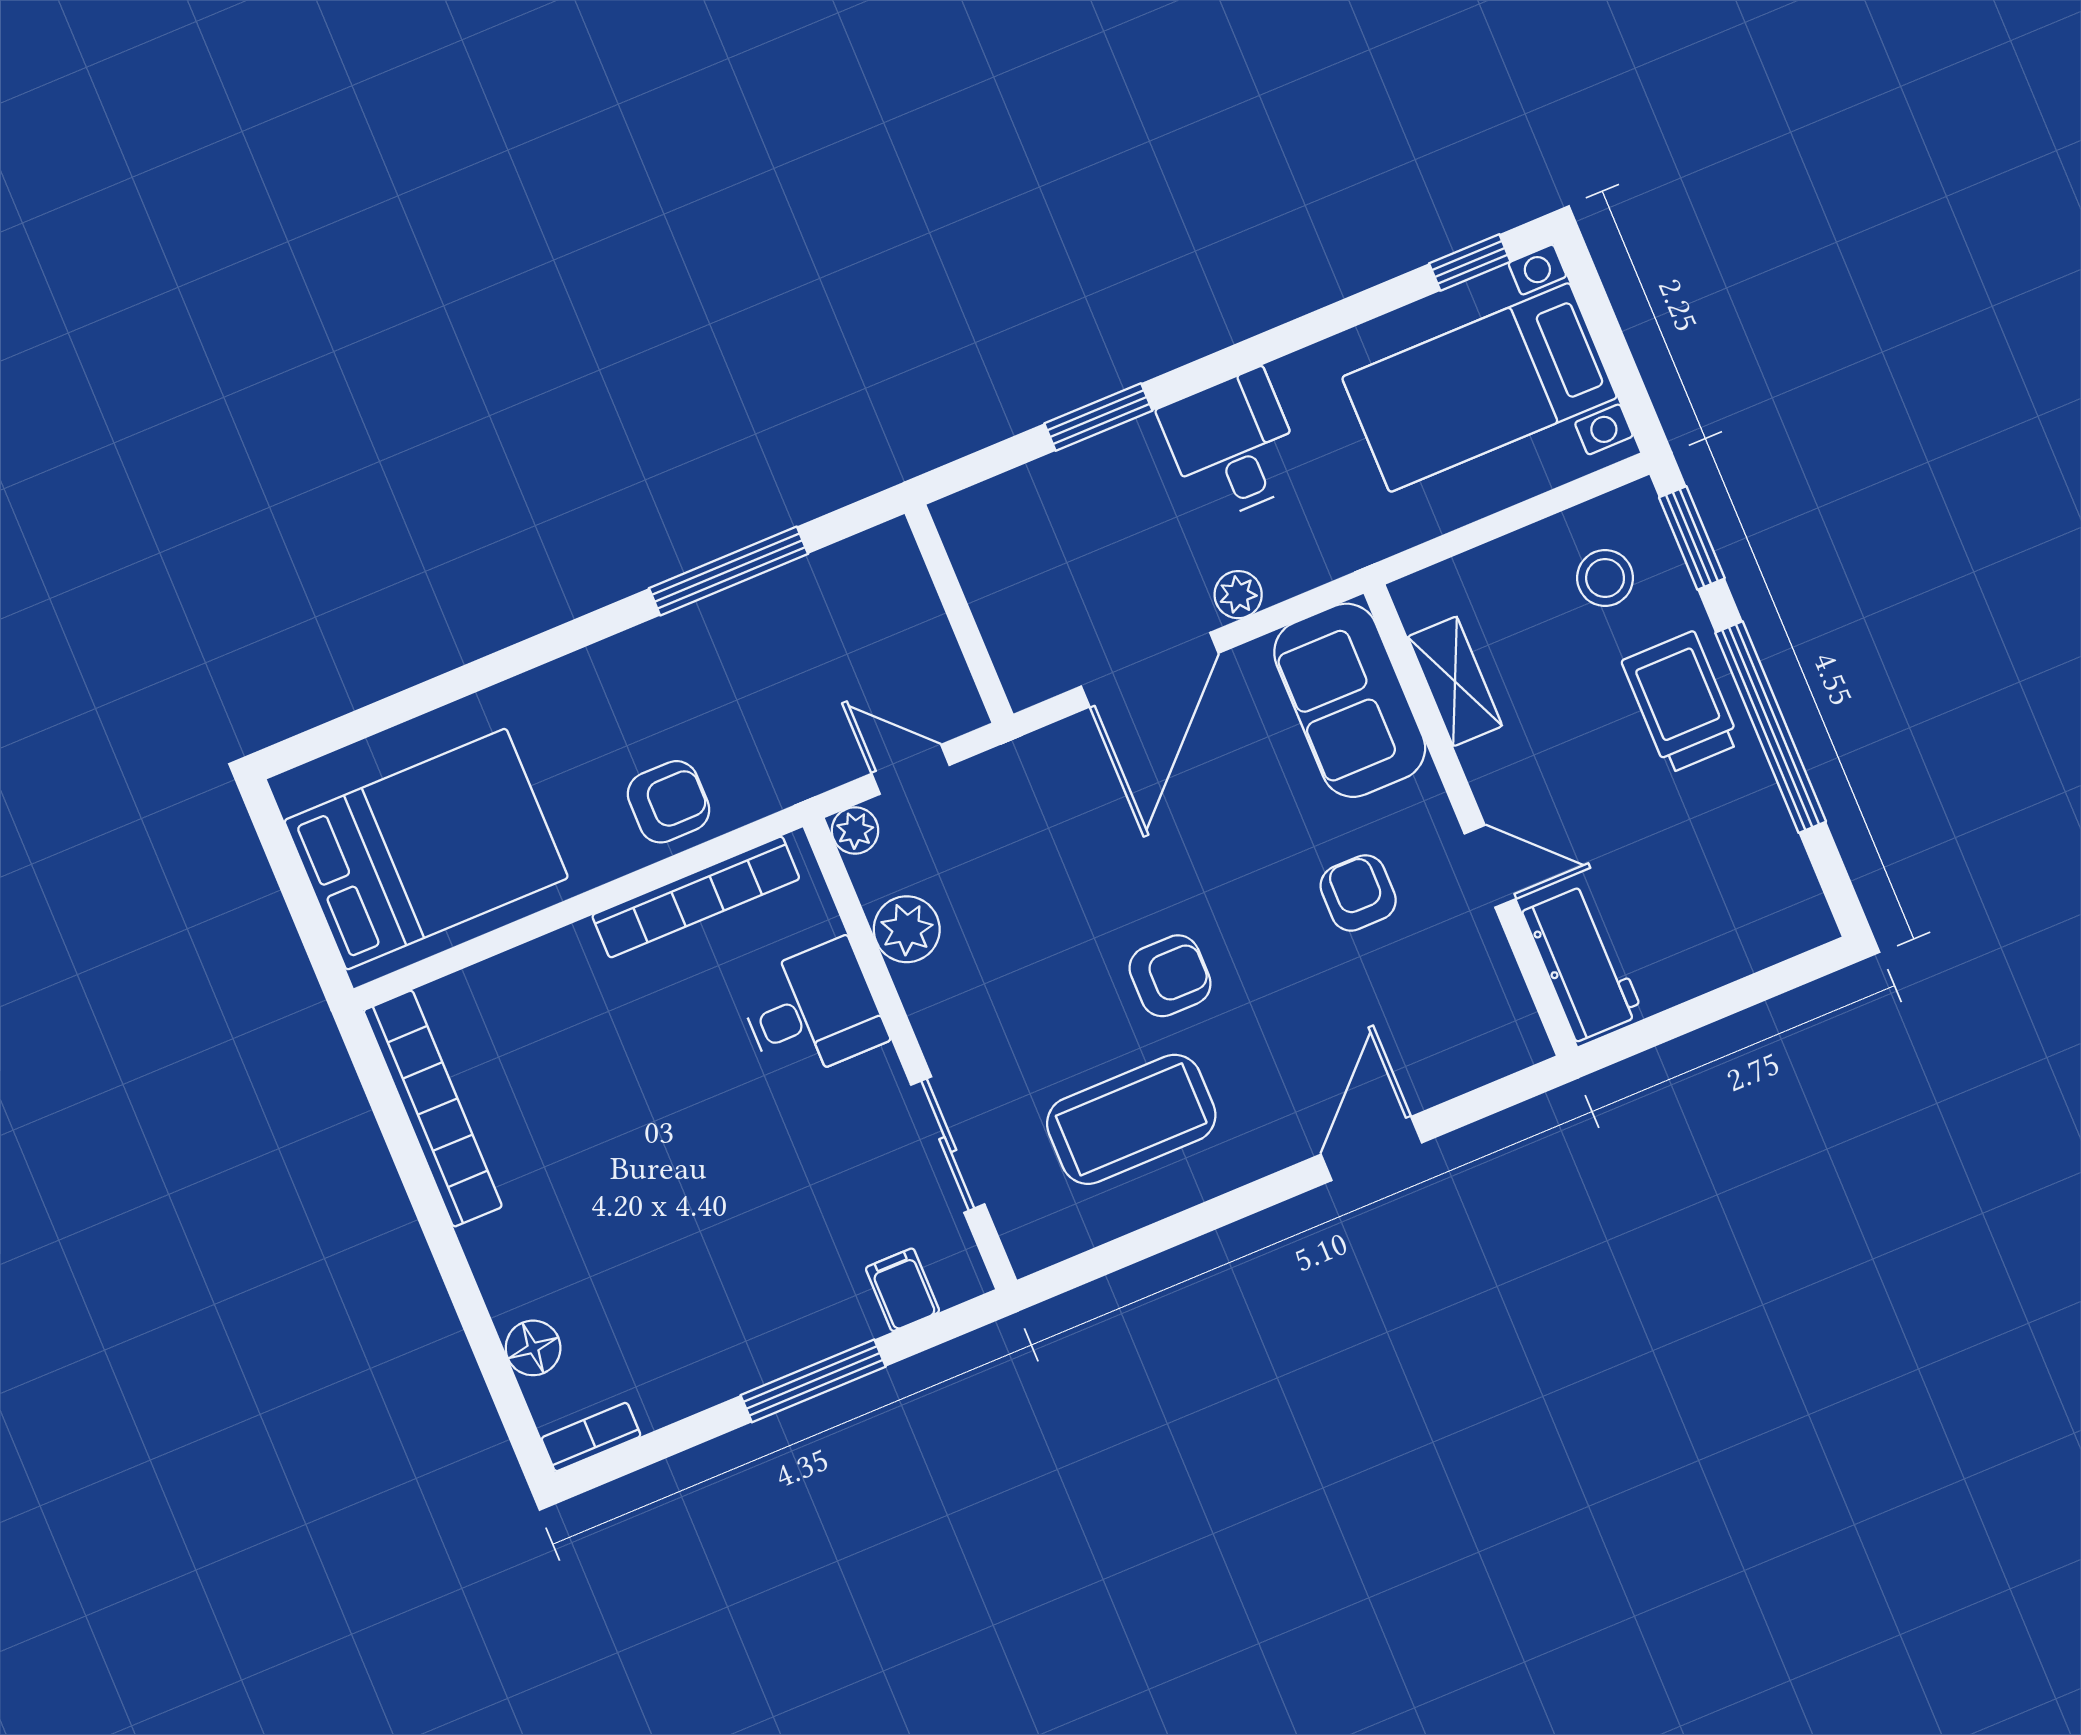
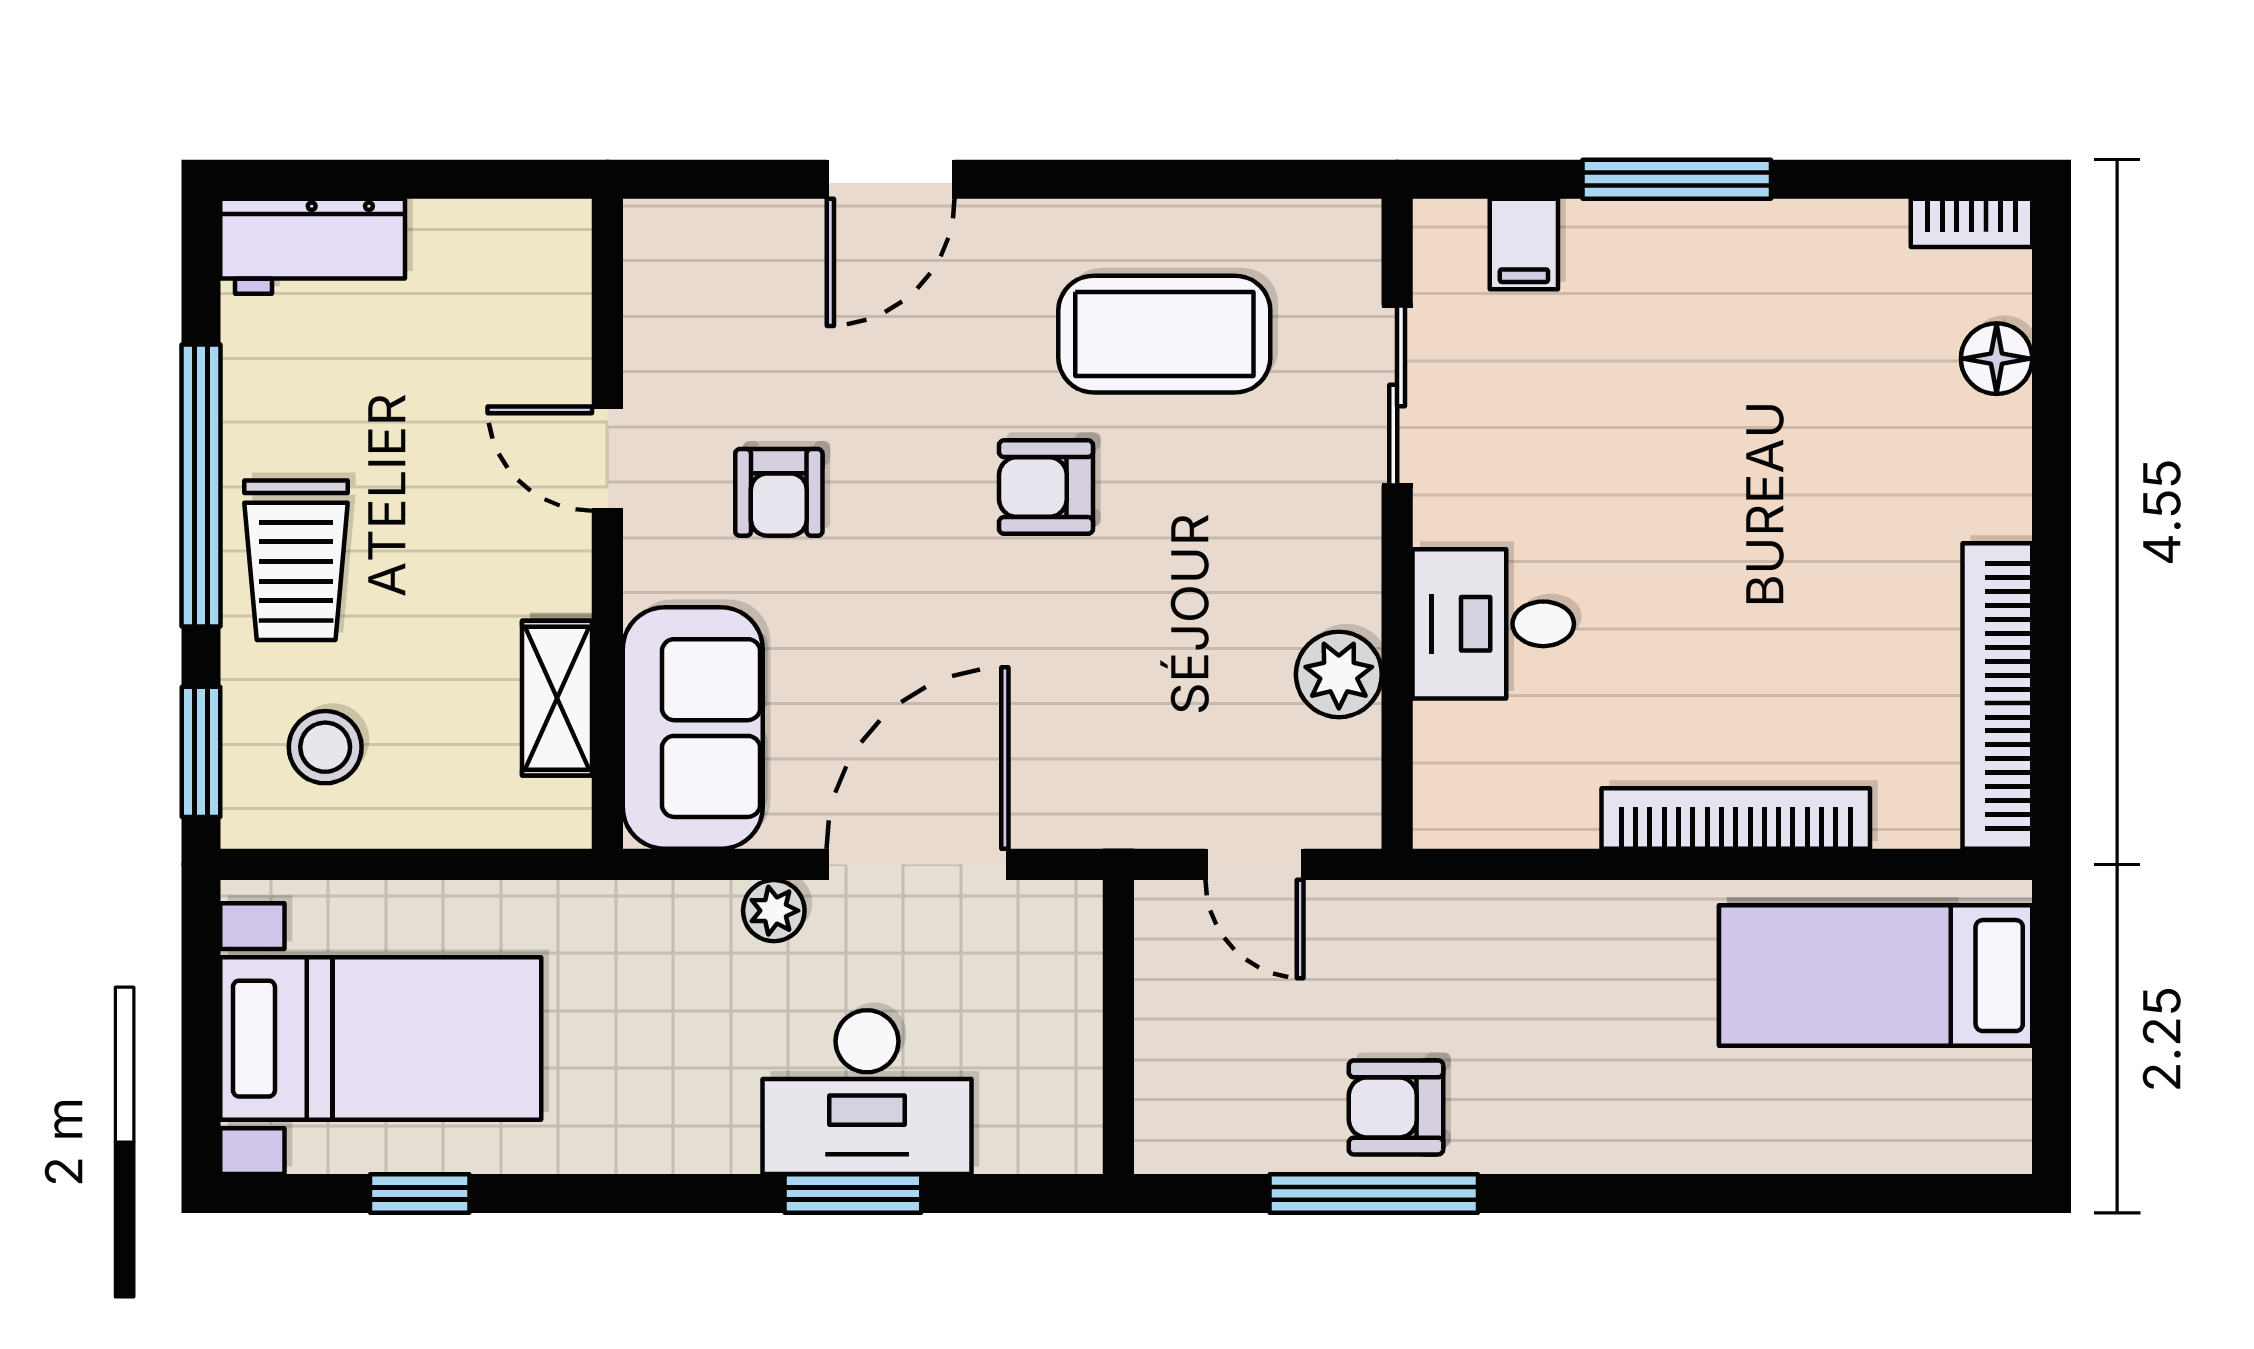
window: (1470, 262) -> (420, 1193), moved
desk: (1233, 446) -> (867, 1092), moved, width x1.37
armchair: (669, 802) -> (1396, 1107), moved
plant: (855, 831) -> (1352, 819), removed
bed: (426, 849) -> (1876, 976), width x0.67
bookcase: (696, 897) -> (1736, 818), moved
workbench: (1583, 963) -> (313, 246), moved, turned -90

